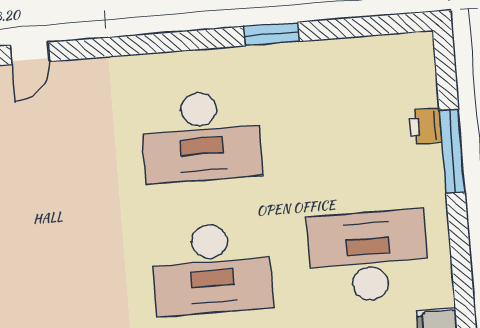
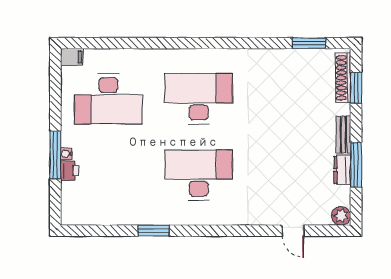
door: (30, 53) -> (293, 231), swing flipped
water cooler: (433, 155) -> (66, 154), added

